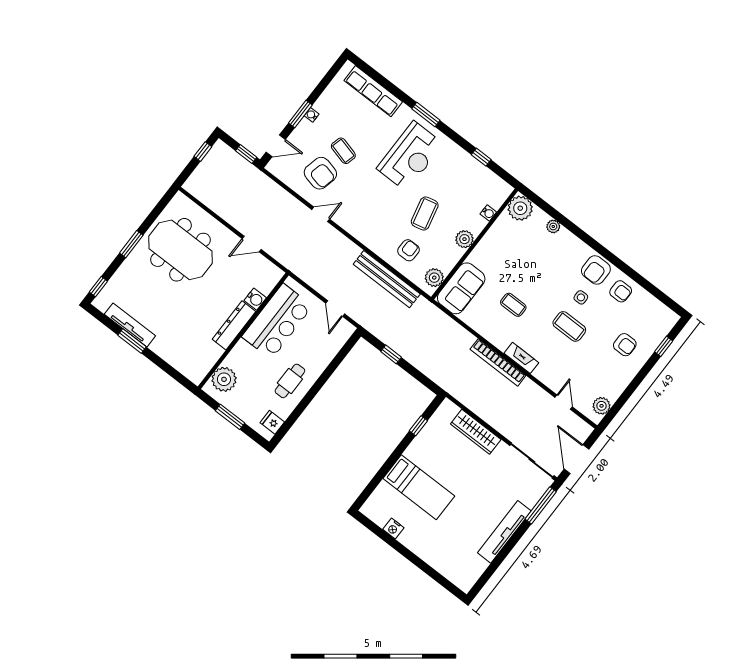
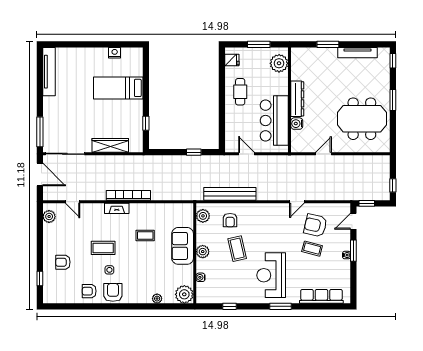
sofa: (461, 288) -> (183, 246), moved
window: (132, 341) -> (328, 44), moved
tv unit: (504, 532) -> (49, 72), moved

